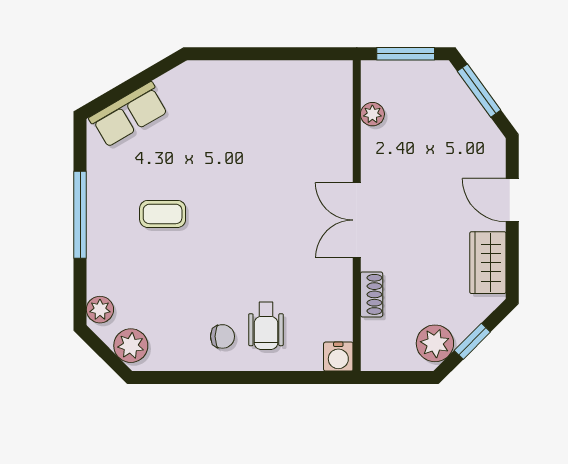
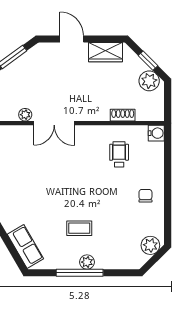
door: (512, 200) -> (72, 39), swing flipped
coffee table: (163, 214) -> (79, 228), turned 90
double door: (357, 220) -> (54, 123), moved
plant: (100, 310) -> (87, 262), moved
wheelchair: (266, 326) -> (119, 154), moved, turned -90

